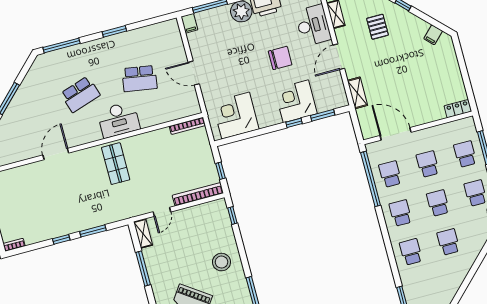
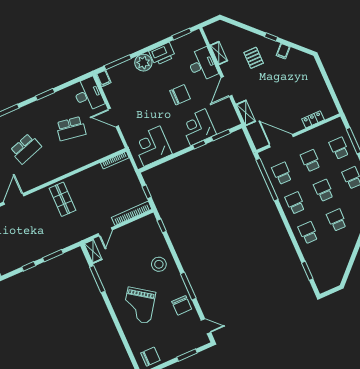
filing cabinet: (433, 35) -> (283, 51), moved
locker: (458, 109) -> (313, 119), moved
desk: (119, 120) -> (88, 94), moved, turned -90

